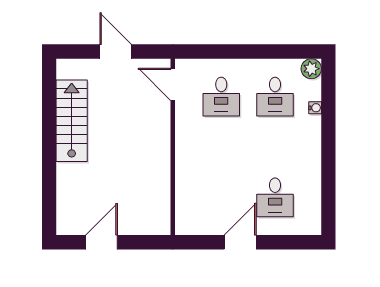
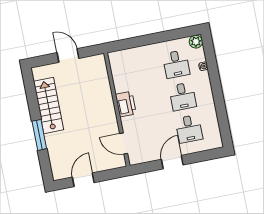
door: (173, 84) -> (124, 144), moved
desk: (221, 97) -> (183, 96), moved
printer: (188, 141) -> (126, 104), added
window: (49, 162) -> (39, 135), added

